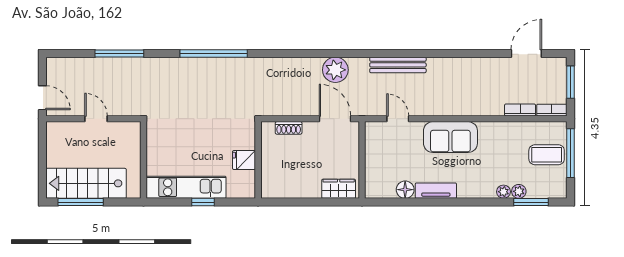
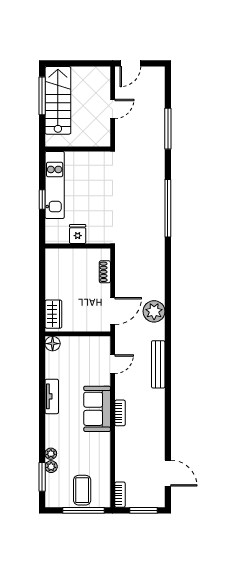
bookcase: (520, 110) -> (120, 413), moved
floor lamp: (405, 190) -> (53, 344), moved

